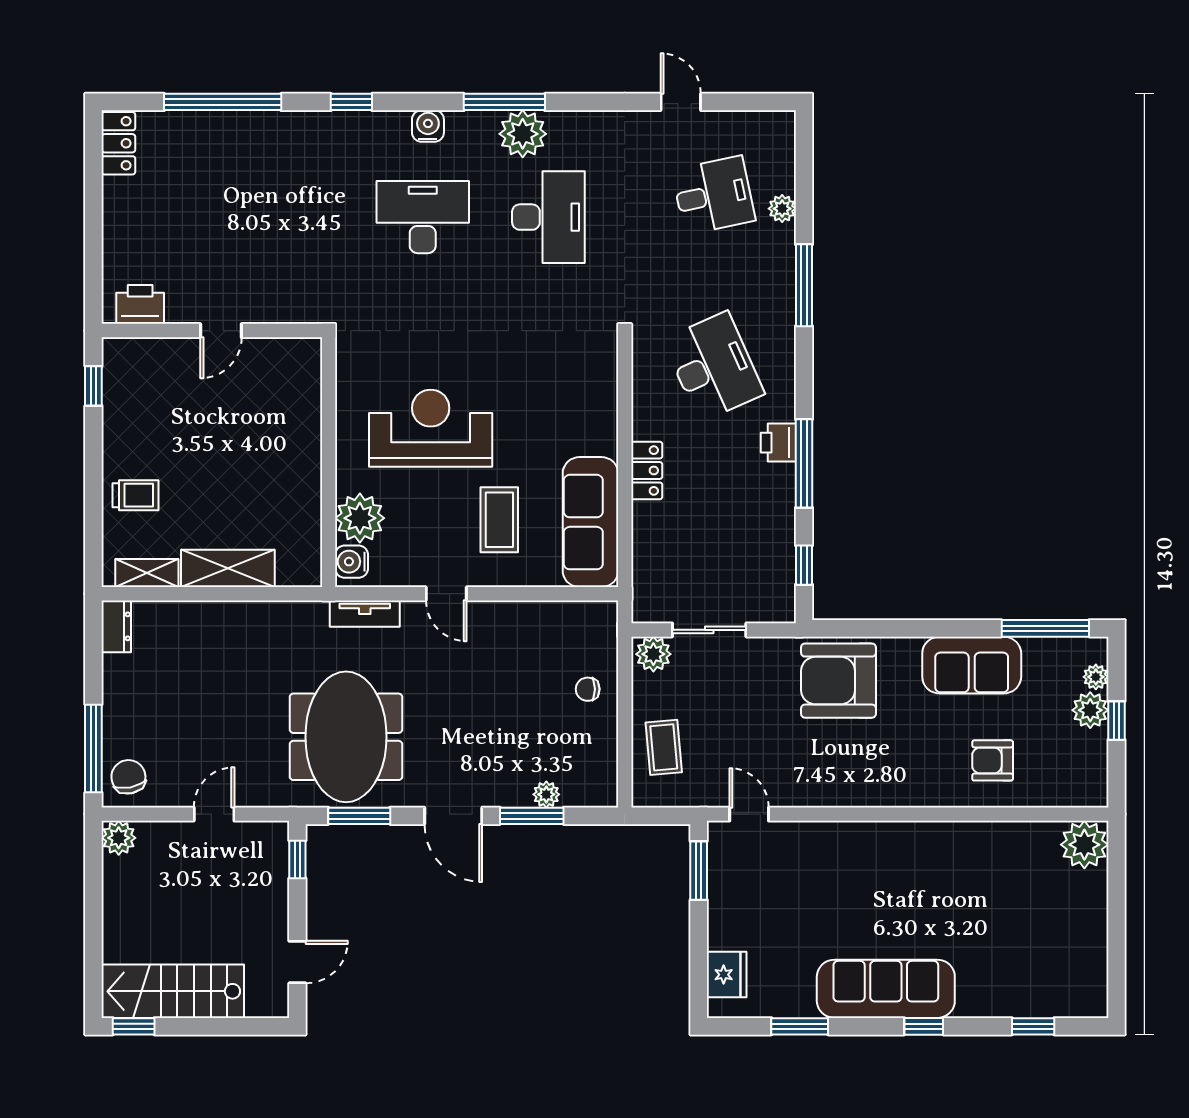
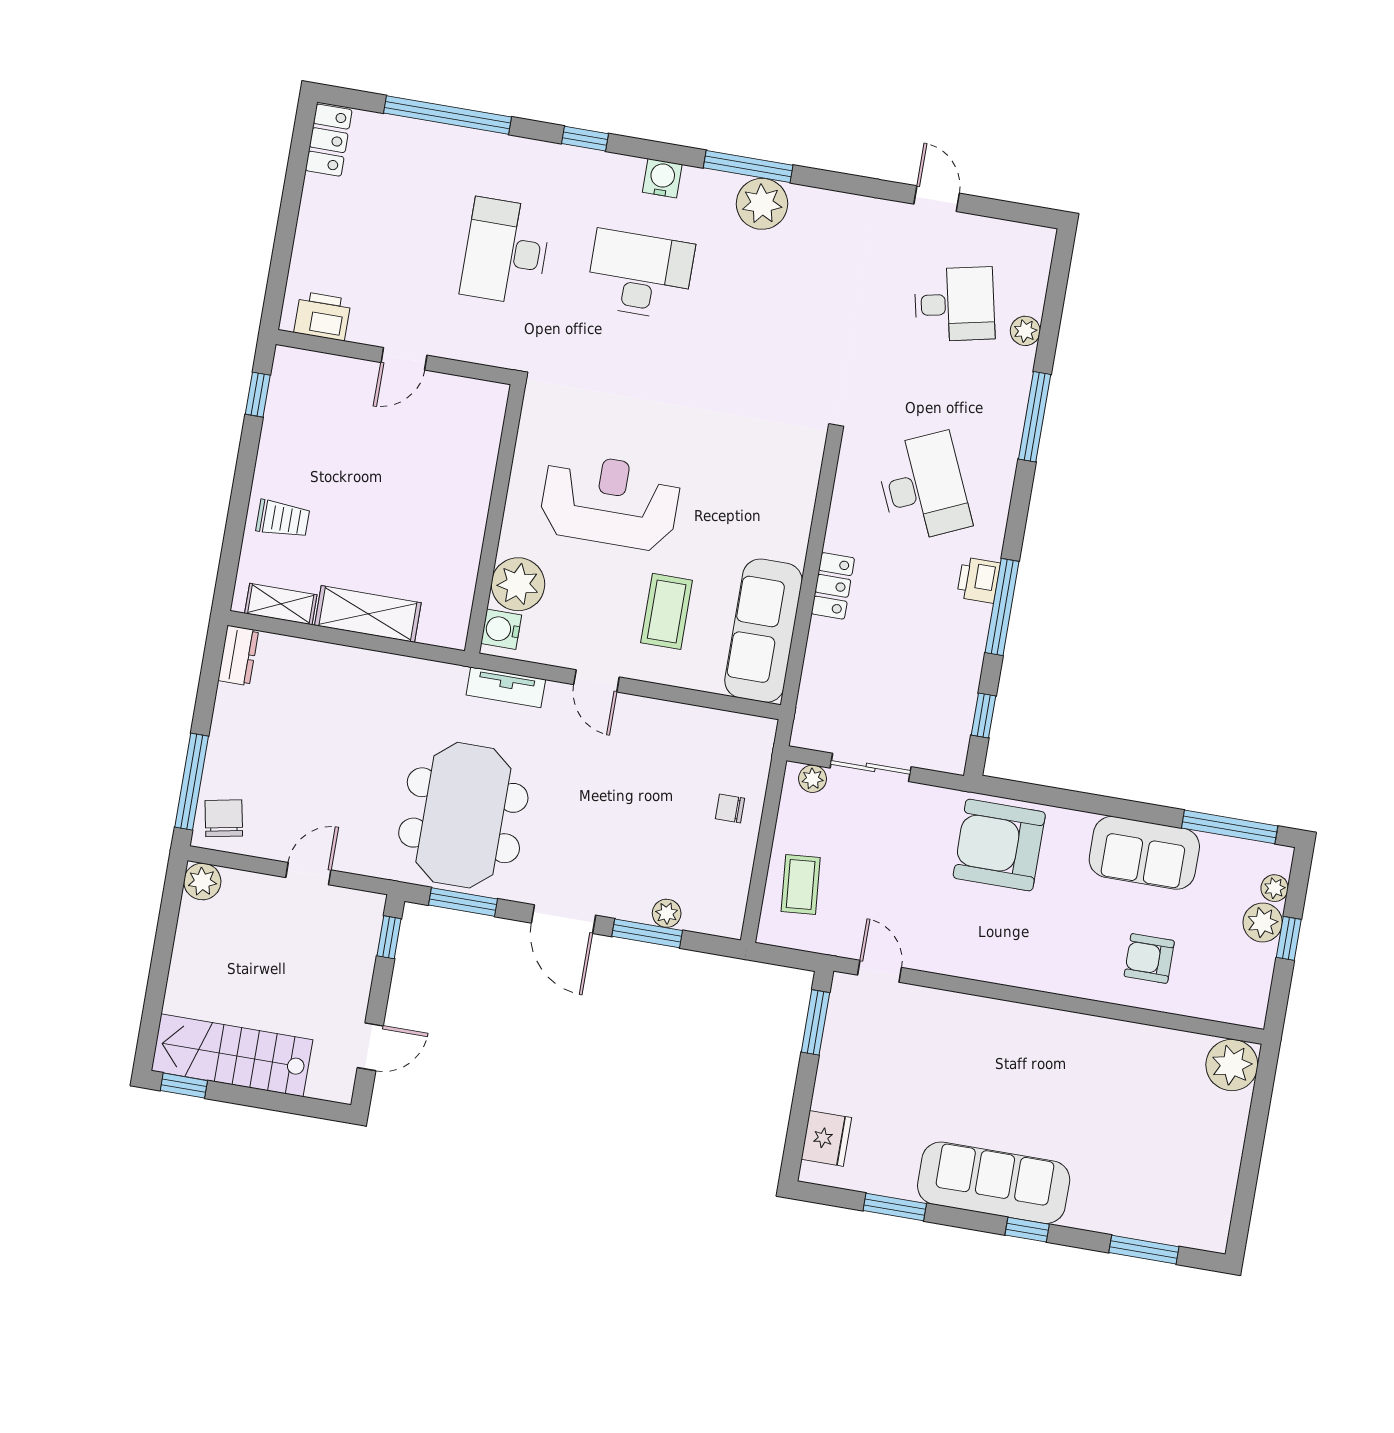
desk: (548, 217) -> (506, 252), moved, turned 180
plant: (653, 654) -> (813, 779), width x0.73, depth x0.73
window: (1033, 1026) -> (1144, 1250), width x1.50

